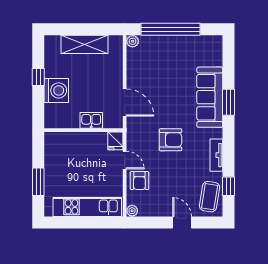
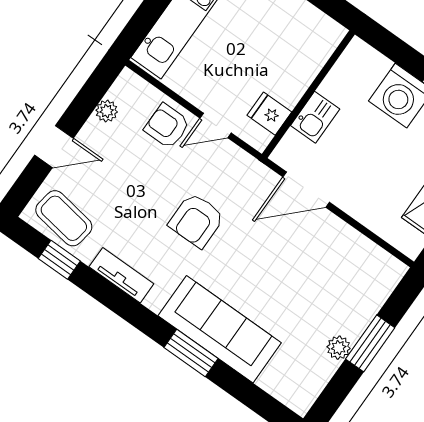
window: (171, 29) -> (370, 343), width x0.47
plant: (133, 41) -> (339, 348), moved
fridge: (115, 141) -> (269, 114), moved
plant: (132, 211) -> (107, 111), moved

